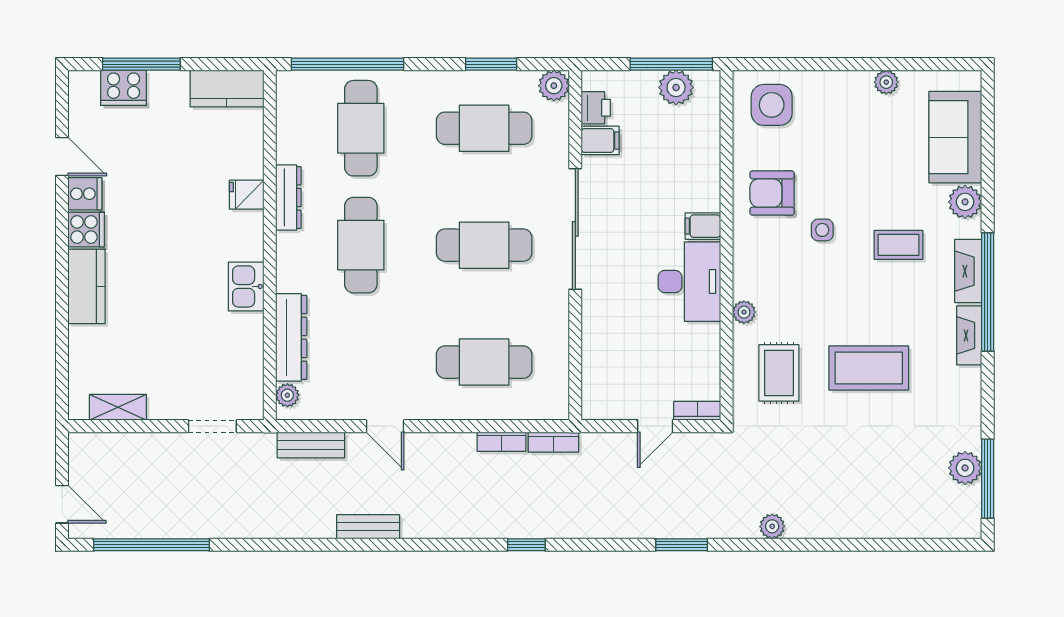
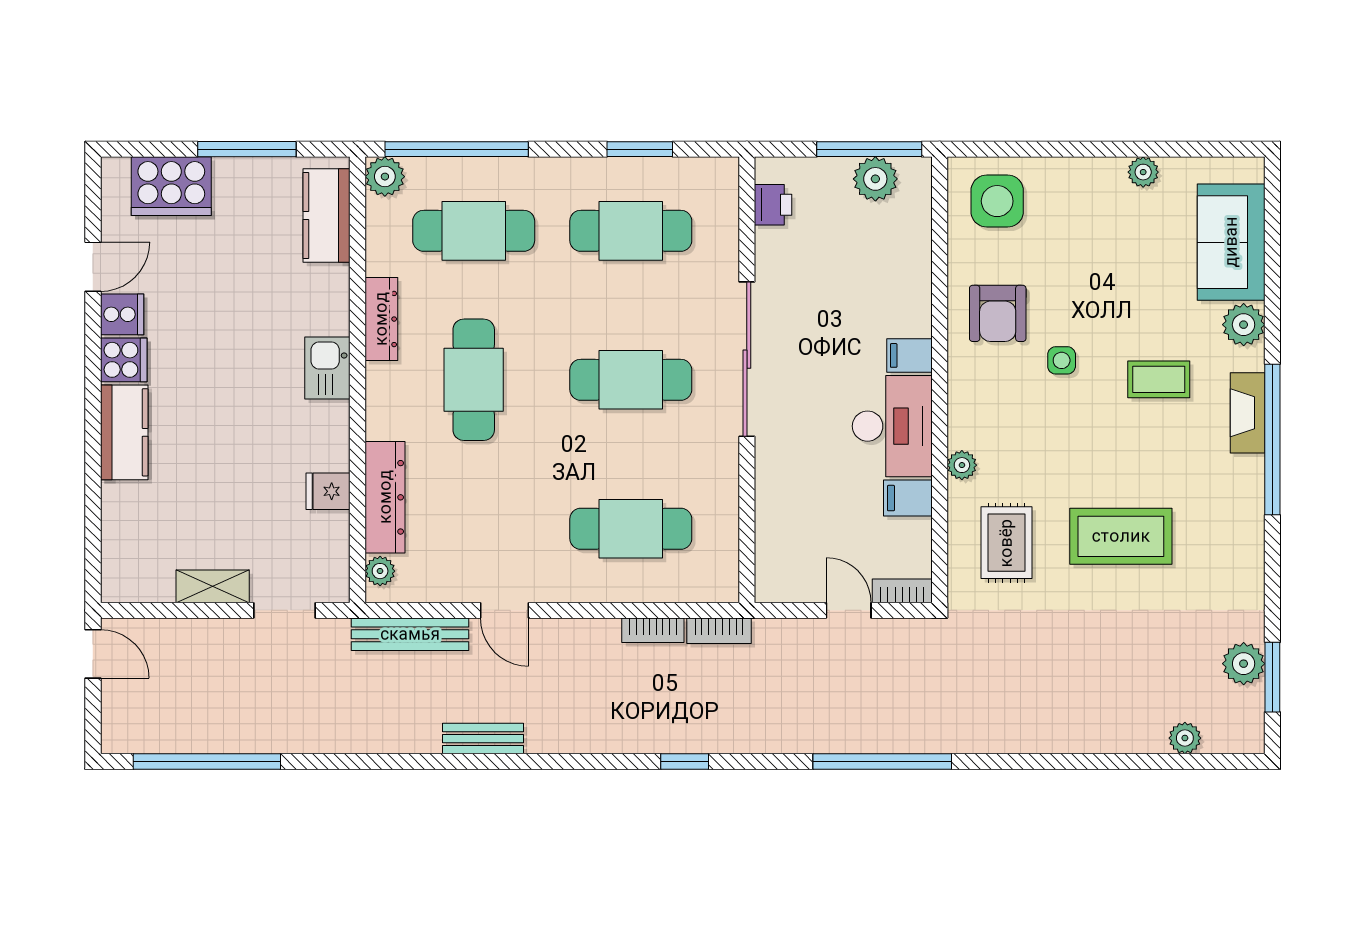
window: (141, 64) -> (247, 149), moved
plant: (554, 86) -> (385, 177), moved
cooker: (124, 88) -> (171, 186), width x1.37, depth x1.31
kitchen counter: (227, 89) -> (327, 215), moved, turned 90
cafe table: (361, 128) -> (474, 231), turned 90
filing cabinet: (600, 140) -> (908, 498), moved, turned 180
door: (62, 156) -> (93, 267), hinge flipped
armchair: (772, 193) -> (998, 313), turned -90
fridge: (247, 195) -> (328, 491), moved
kitchen sink: (246, 286) -> (327, 368), moved
fireplace: (969, 335) -> (1249, 495), removed
shelving: (118, 407) -> (213, 586), moved
door: (655, 426) -> (849, 610), swing flipped
bench: (311, 445) -> (410, 634), width x1.36
window: (988, 479) -> (1272, 677), width x0.69
door: (62, 504) -> (93, 654), moved
plant: (772, 526) -> (1185, 738), moved
window: (682, 545) -> (882, 762), width x2.11

